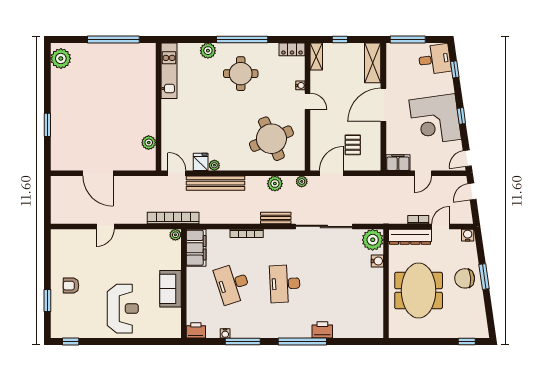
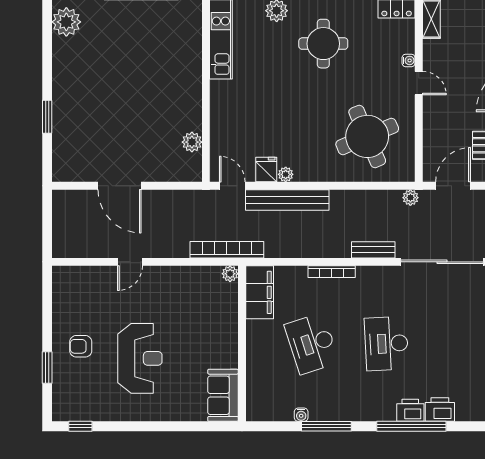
plant: (275, 184) -> (372, 201), removed
sofa: (170, 289) -> (223, 395), moved
reception desk: (123, 309) -> (140, 358), moved
printer: (196, 330) -> (410, 410), moved

